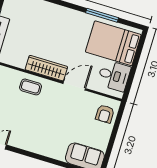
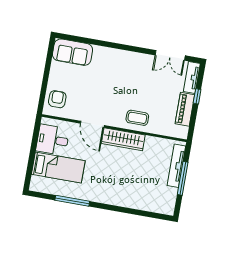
bed: (113, 43) -> (58, 168), width x0.67
door: (74, 86) -> (92, 124), hinge flipped

